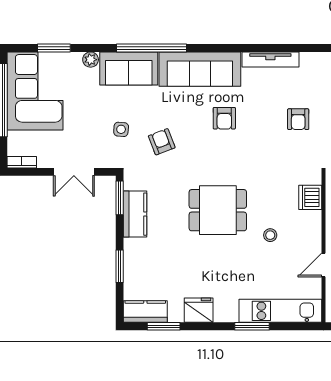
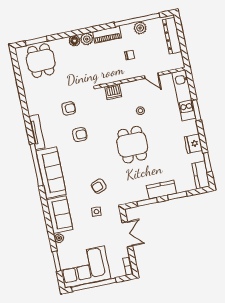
window: (152, 48) -> (37, 165), moved
armchair: (224, 118) -> (80, 135), moved
window: (120, 198) -> (147, 202), moved
kitchen counter: (135, 214) -> (161, 190), moved

